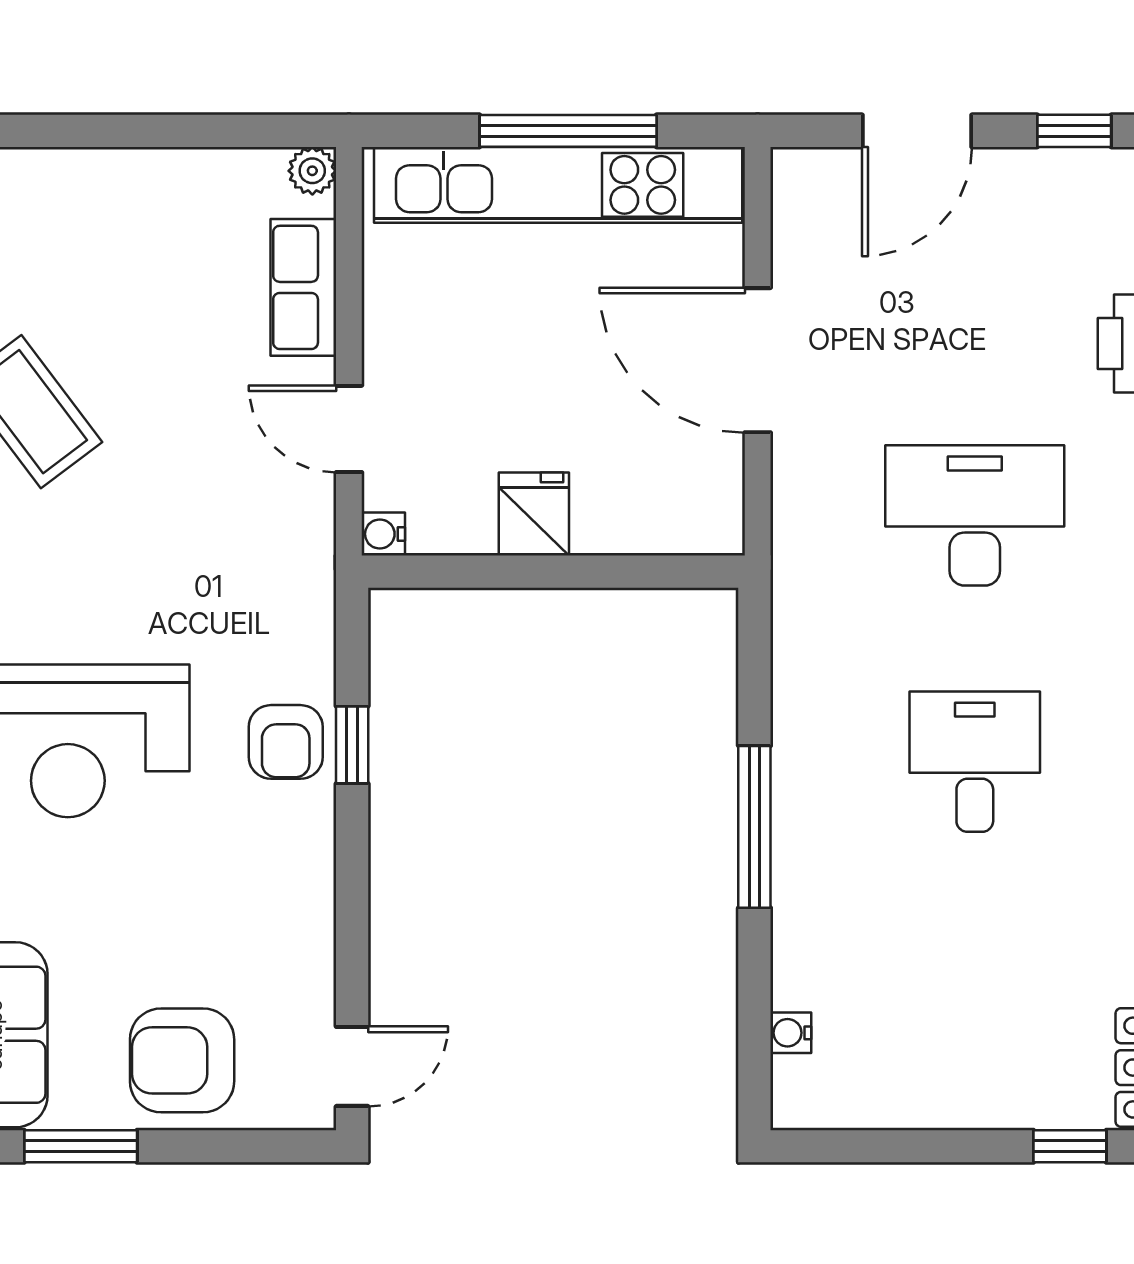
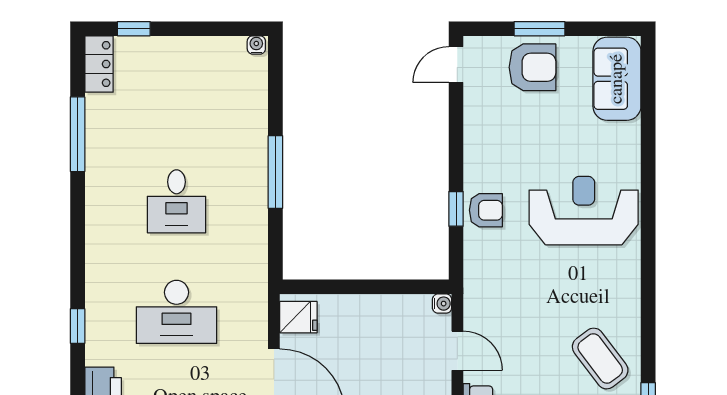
fridge: (534, 514) -> (298, 317), moved, turned -90
armchair: (286, 742) -> (486, 210), turned 90
water cooler: (791, 1033) -> (256, 45), moved, turned -90
window: (81, 1146) -> (539, 29), moved

